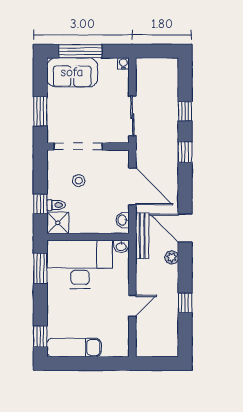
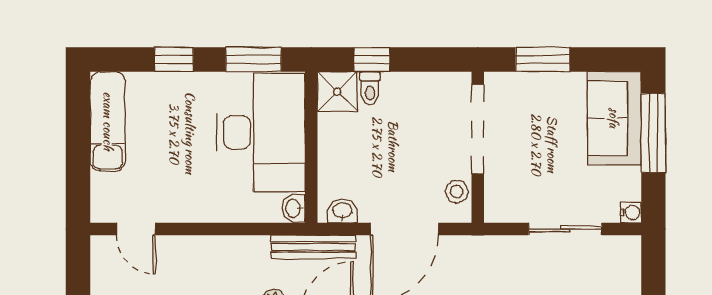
sliding door: (132, 116) -> (565, 229), moved
stool: (79, 181) -> (457, 192), moved
door: (132, 306) -> (136, 229), moved
window: (40, 337) -> (174, 59), moved

